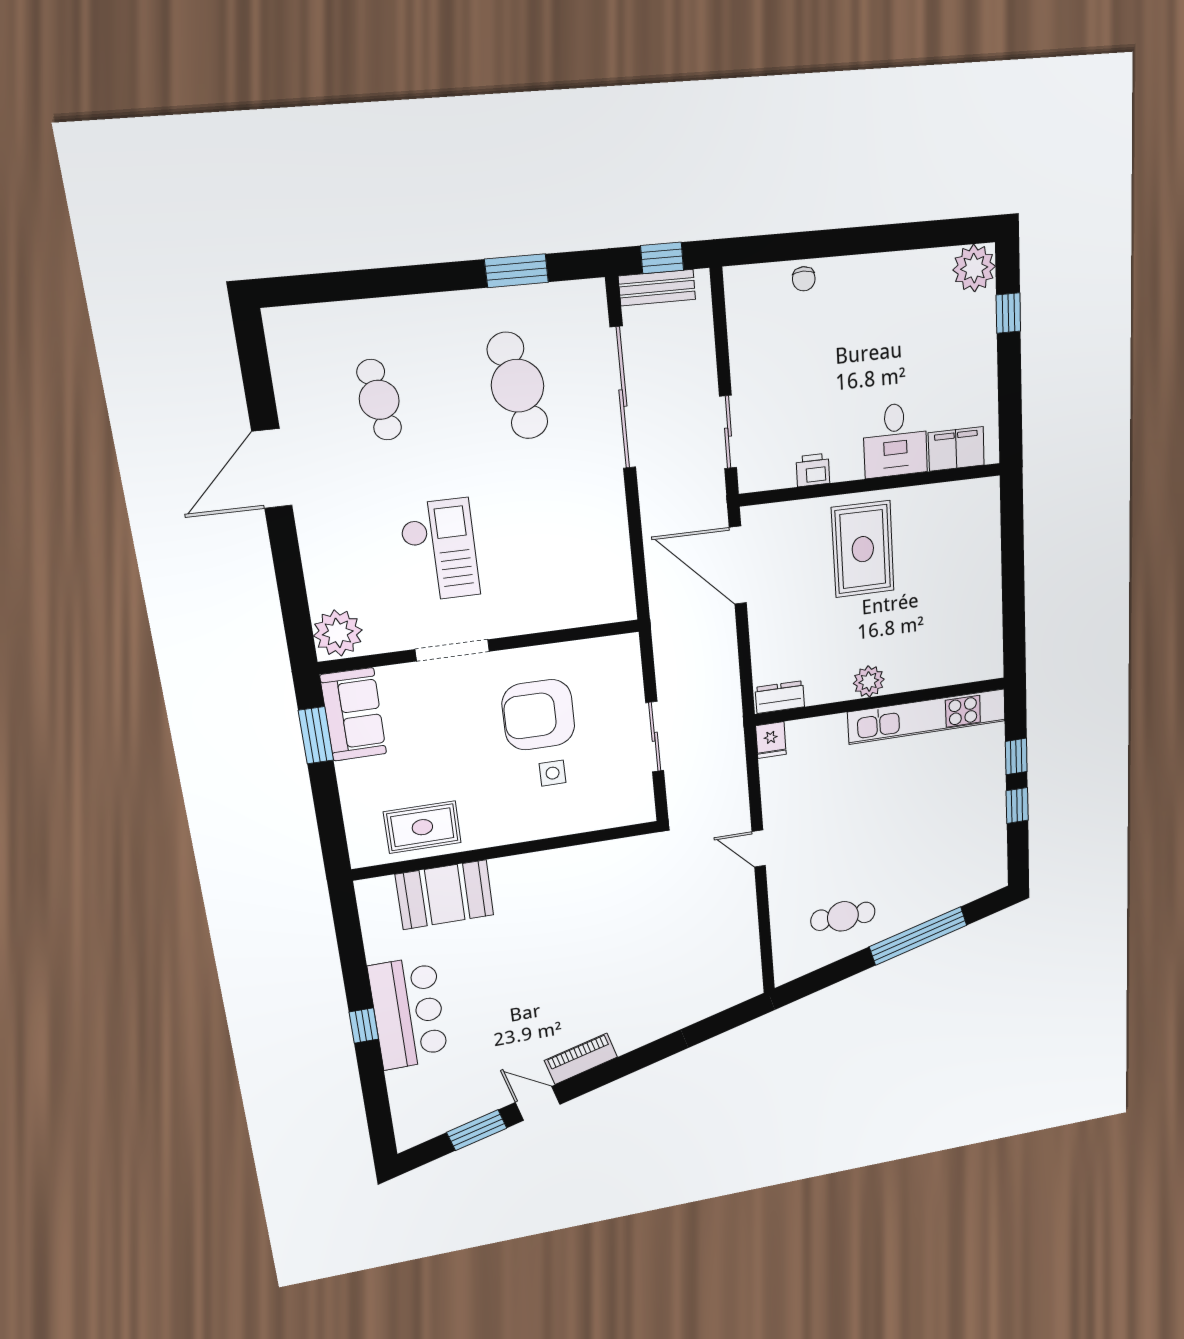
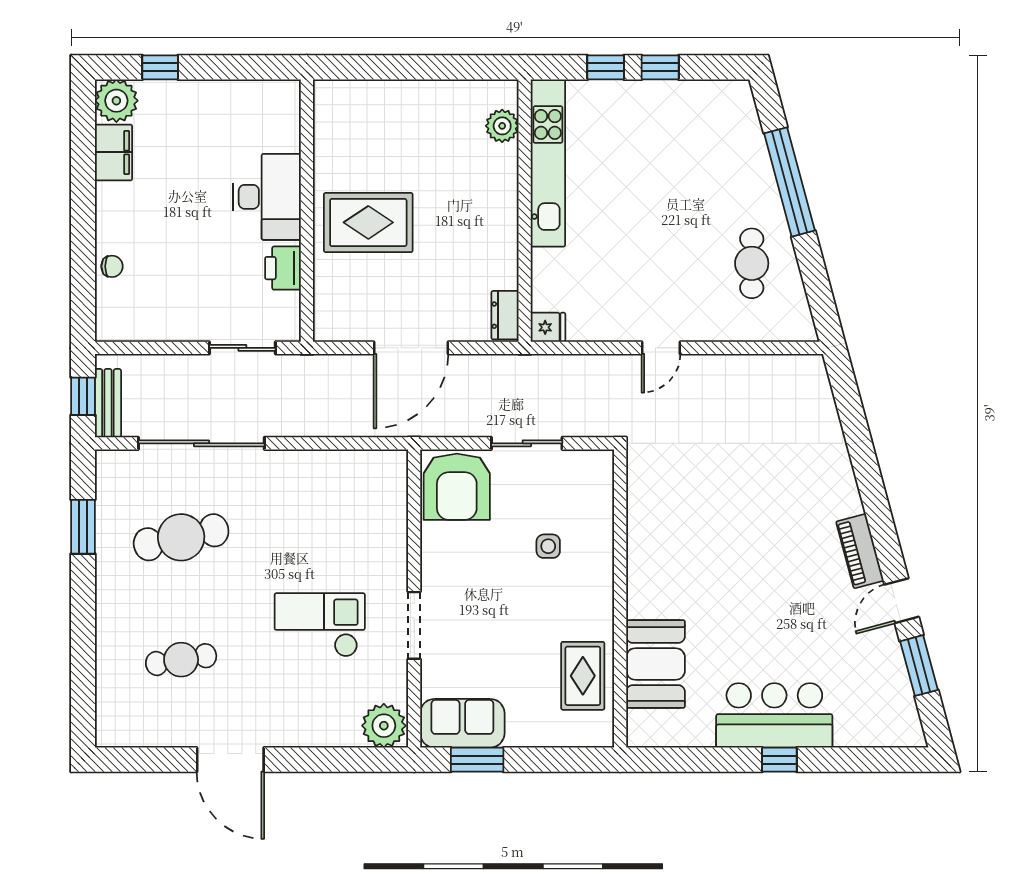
desk: (895, 440) -> (267, 197), width x1.37
filing cabinet: (956, 449) -> (114, 152), moved, turned 180
printer: (813, 470) -> (283, 268), width x1.36, depth x1.24
door: (738, 565) -> (411, 348), moved
plant: (869, 681) -> (502, 126), moved
armchair: (538, 715) -> (457, 487), moved

